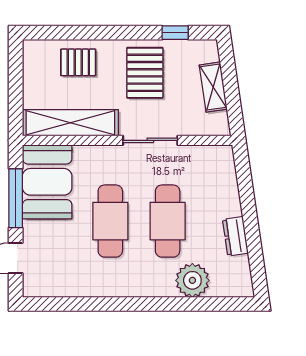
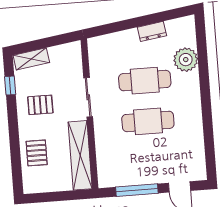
pallet: (145, 73) -> (40, 105), width x0.67, depth x0.71
shelving: (213, 87) -> (31, 59), moved
booth: (47, 182) -> (123, 169), removed

